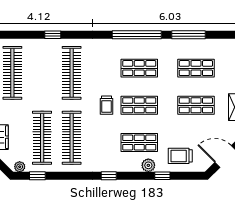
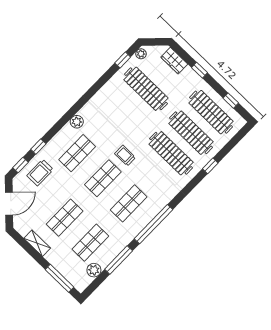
plant: (214, 46) -> (94, 270), added
clothes rail: (72, 138) -> (191, 133), moved
trolley: (180, 156) -> (40, 173), turned 180
plant: (148, 165) -> (77, 122), moved
window: (109, 176) -> (20, 165), moved

